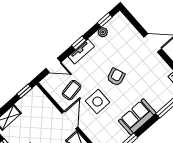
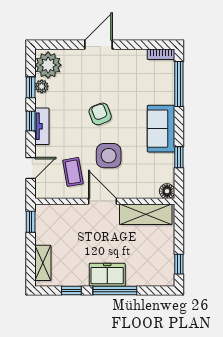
window: (105, 20) -> (31, 87), moved
plant: (117, 25) -> (48, 65), added

